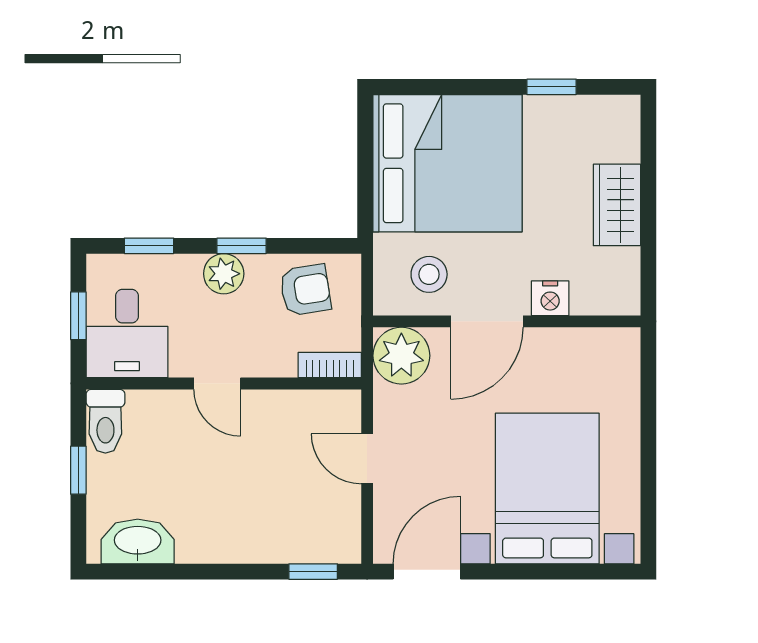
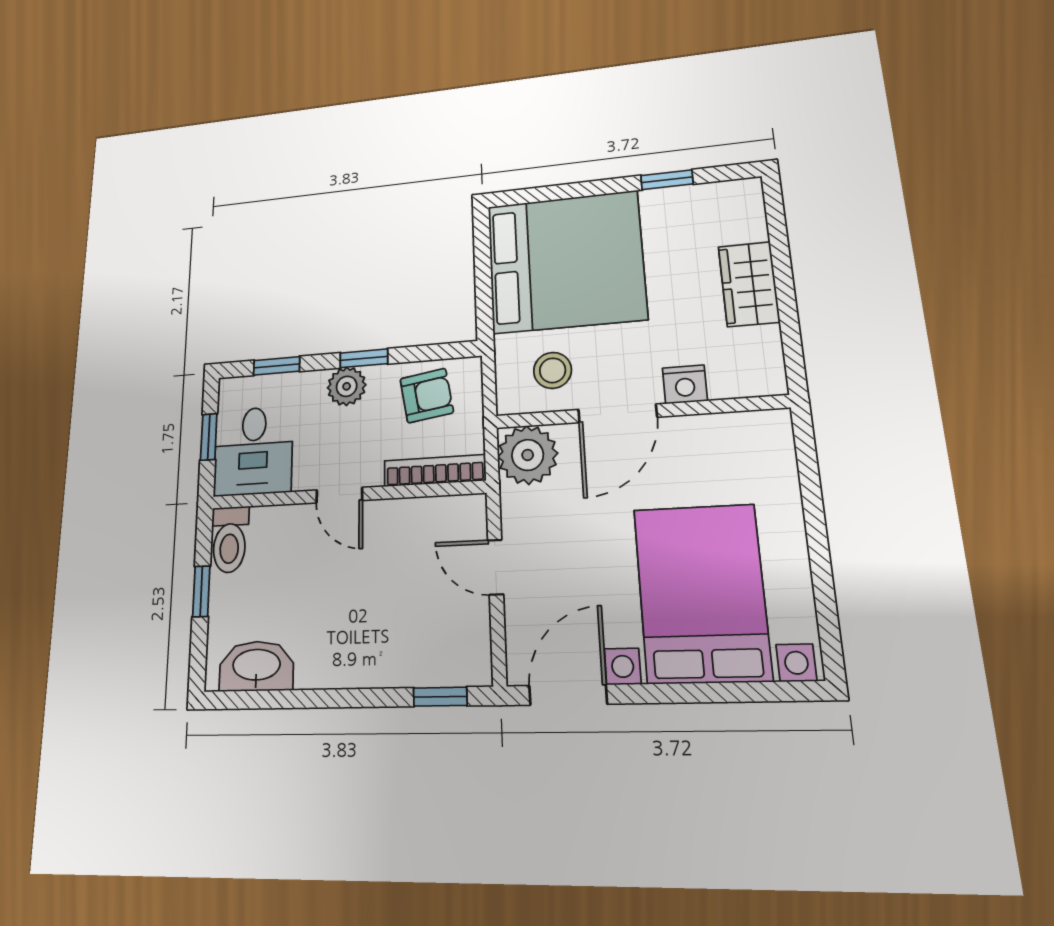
bookcase: (330, 365) -> (435, 471), width x1.56

